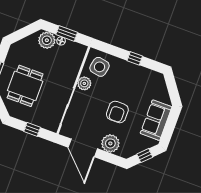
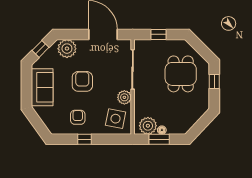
plant: (47, 40) -> (148, 126), moved
armchair: (134, 81) -> (78, 117), added
plant: (110, 143) -> (67, 49), moved

